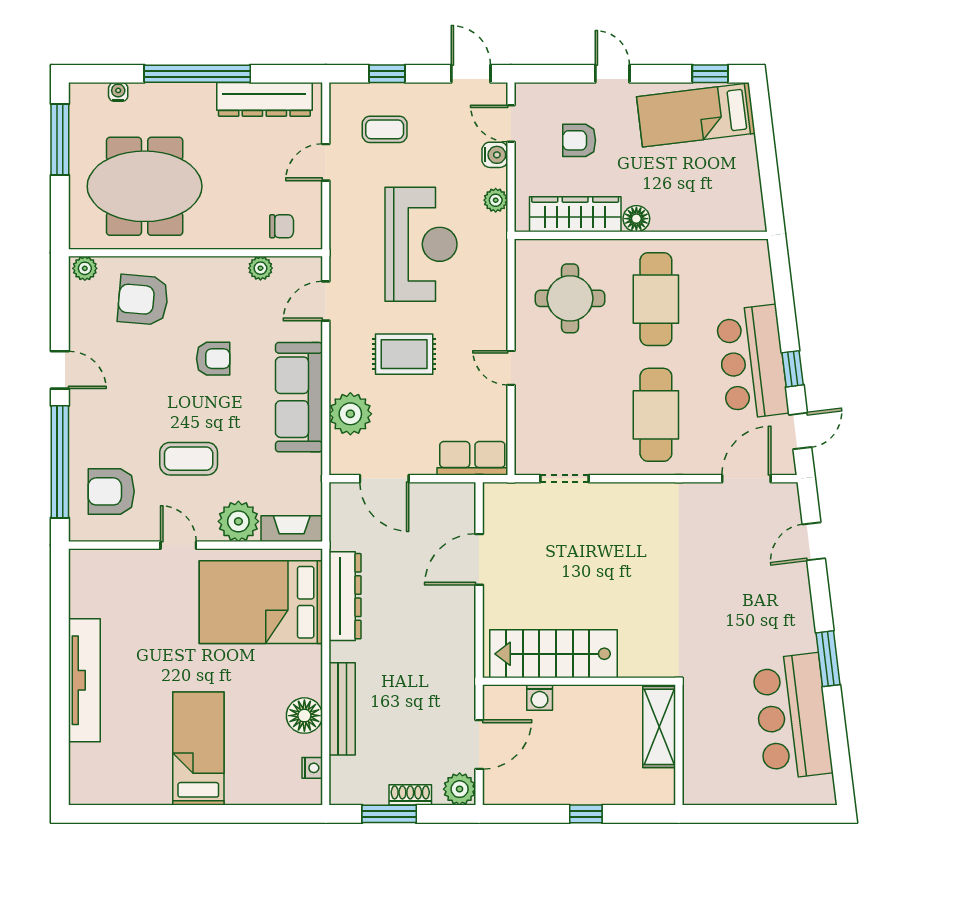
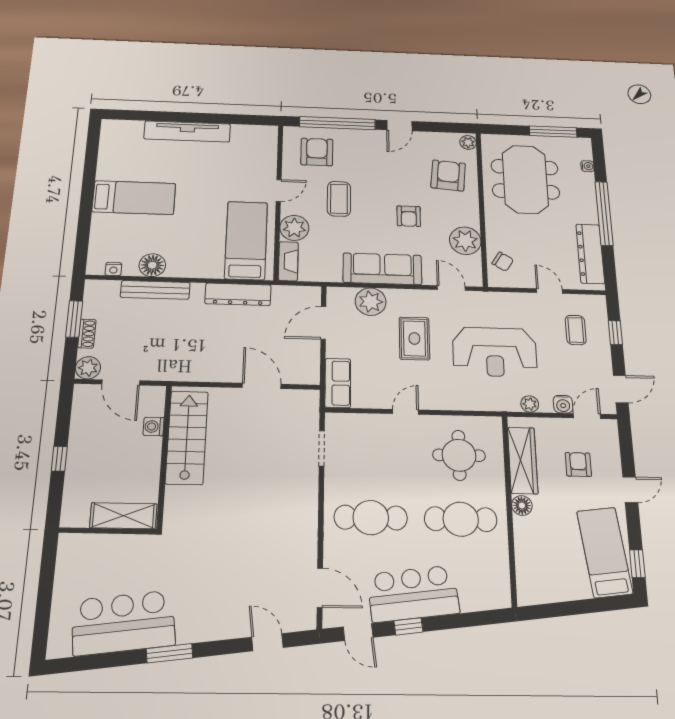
chair: (282, 226) -> (503, 262), turned -58
plant: (260, 268) -> (465, 241), width x1.88, depth x1.88
bed: (261, 602) -> (246, 240), width x0.67

